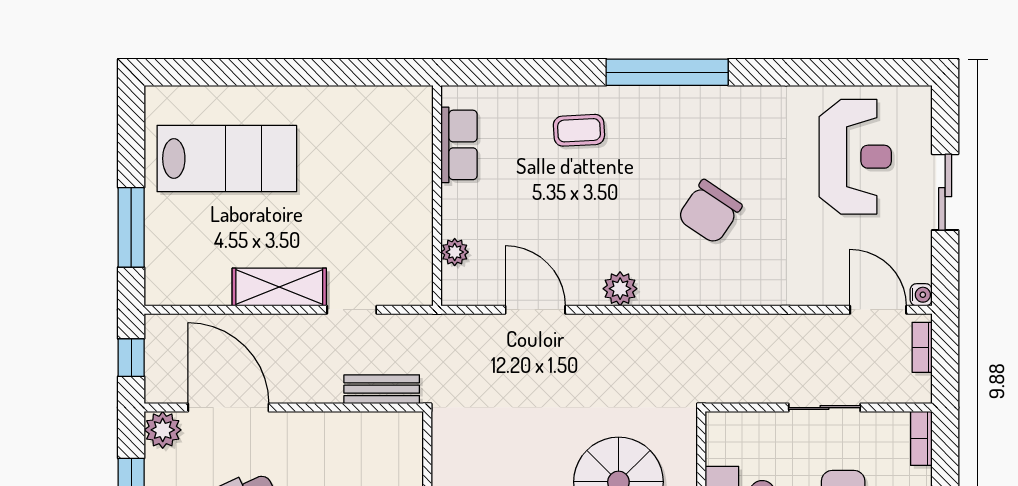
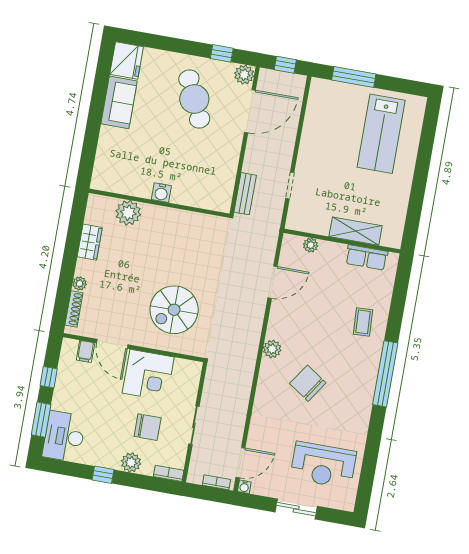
shelving: (279, 287) -> (356, 231), moved, turned 90
plant: (620, 289) -> (272, 349), moved

